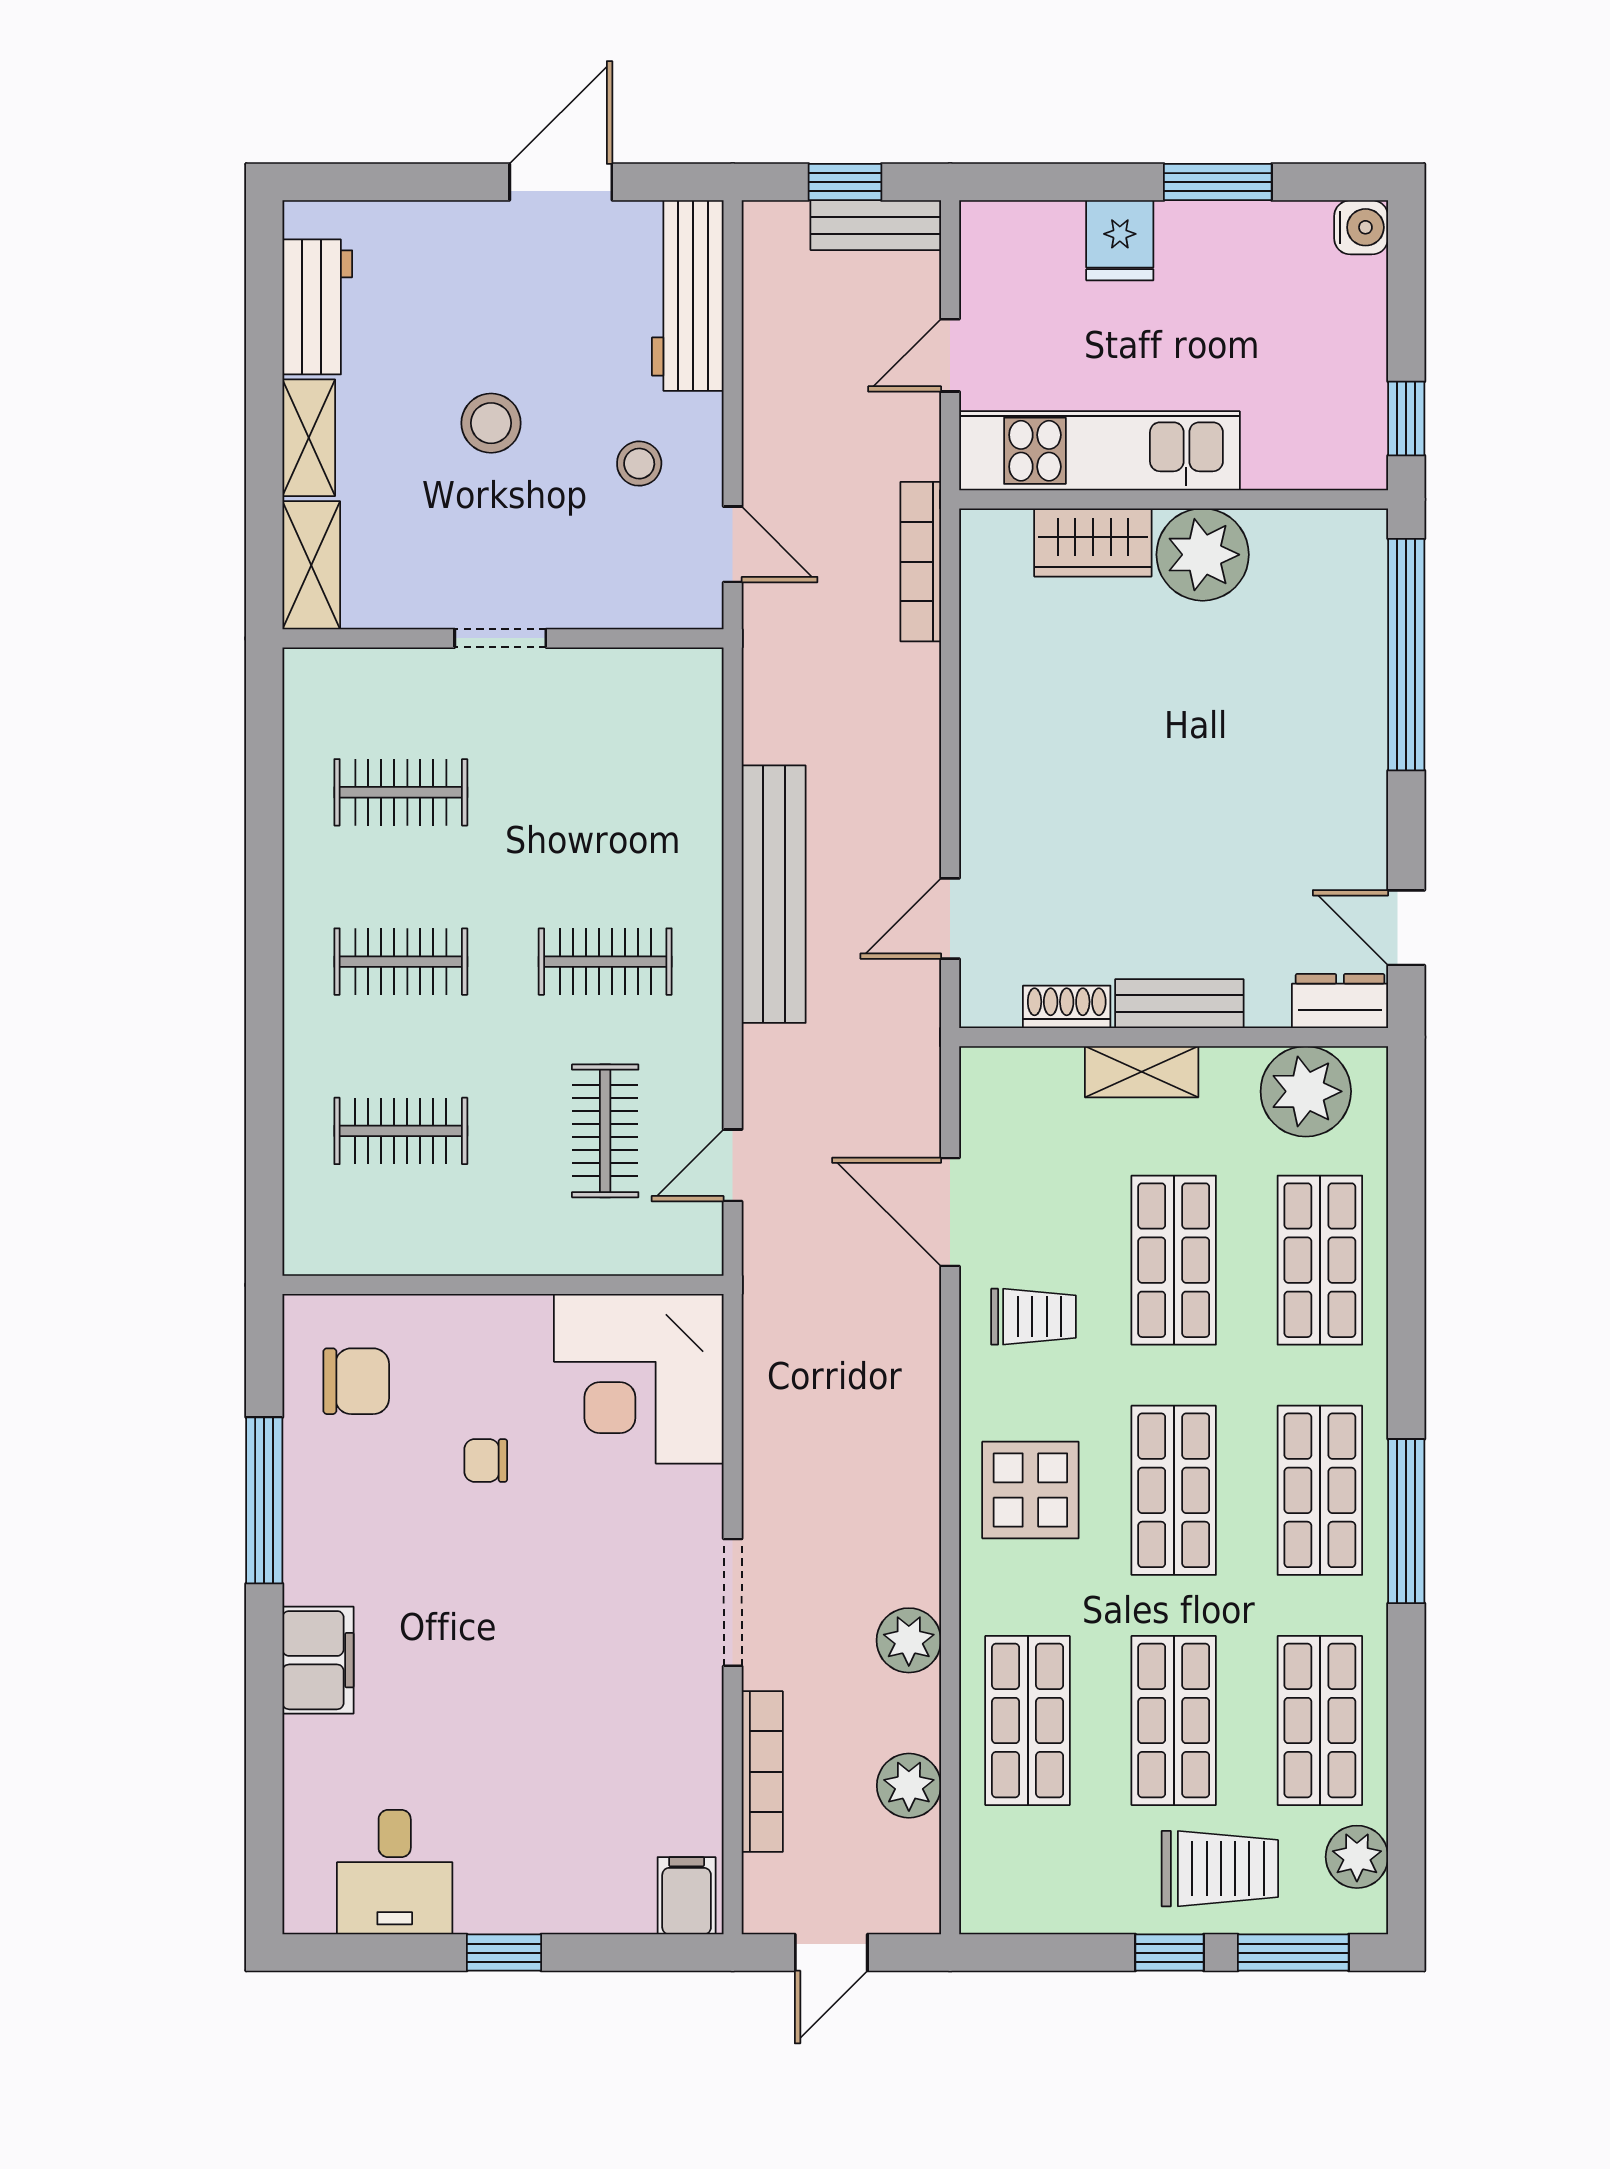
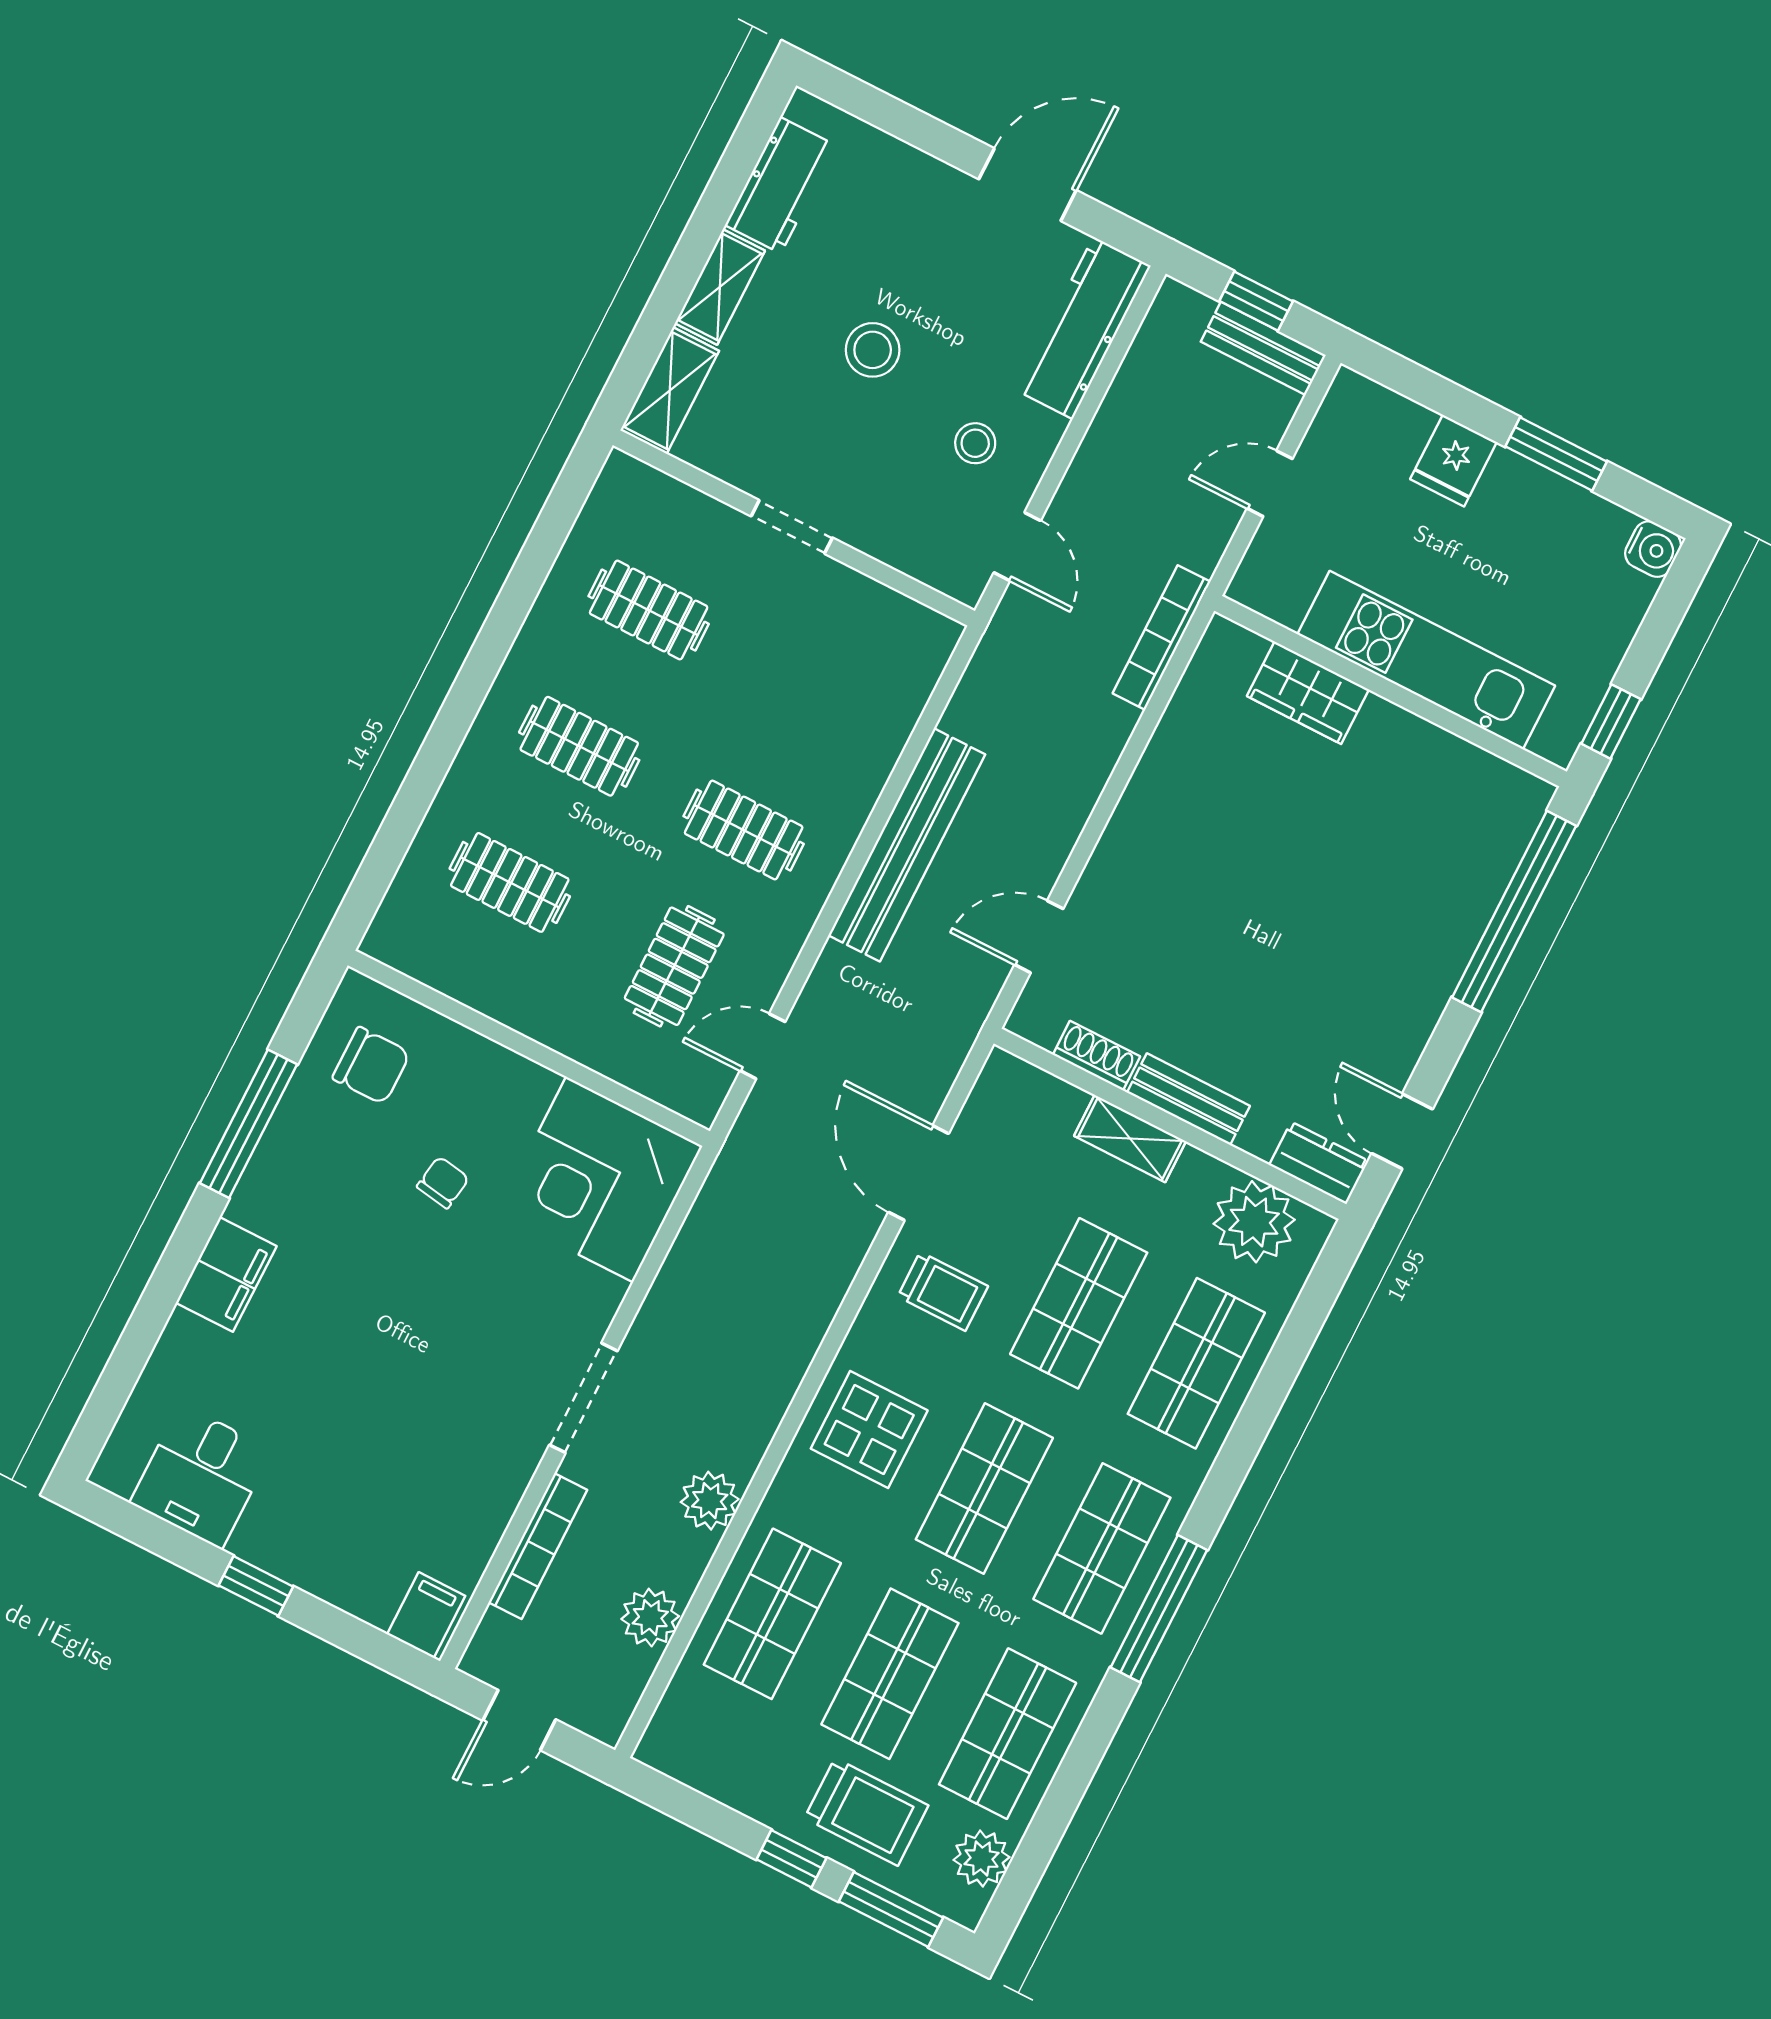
kitchen unit: (1099, 451) -> (1426, 660), moved
plant: (1203, 555) -> (1391, 747), removed
chair: (486, 1460) -> (443, 1182), turned 99

